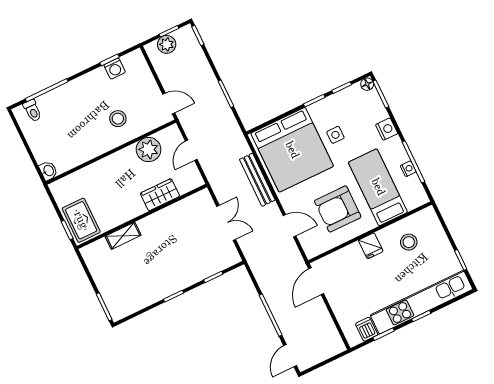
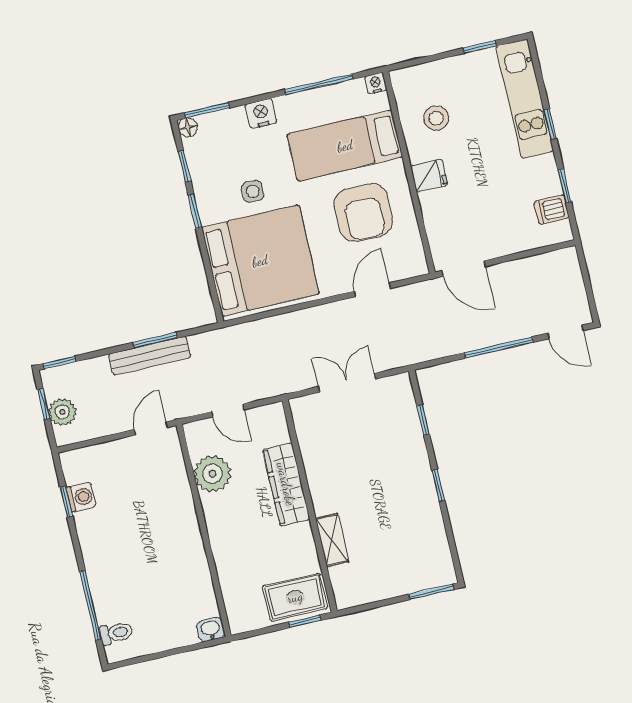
stool: (118, 119) -> (156, 509), removed
nightstand: (408, 169) -> (376, 83), moved
bench: (257, 180) -> (150, 356), moved
wardrobe: (160, 195) -> (286, 484), width x1.50
kitchen unit: (421, 302) -> (525, 99), width x0.73

